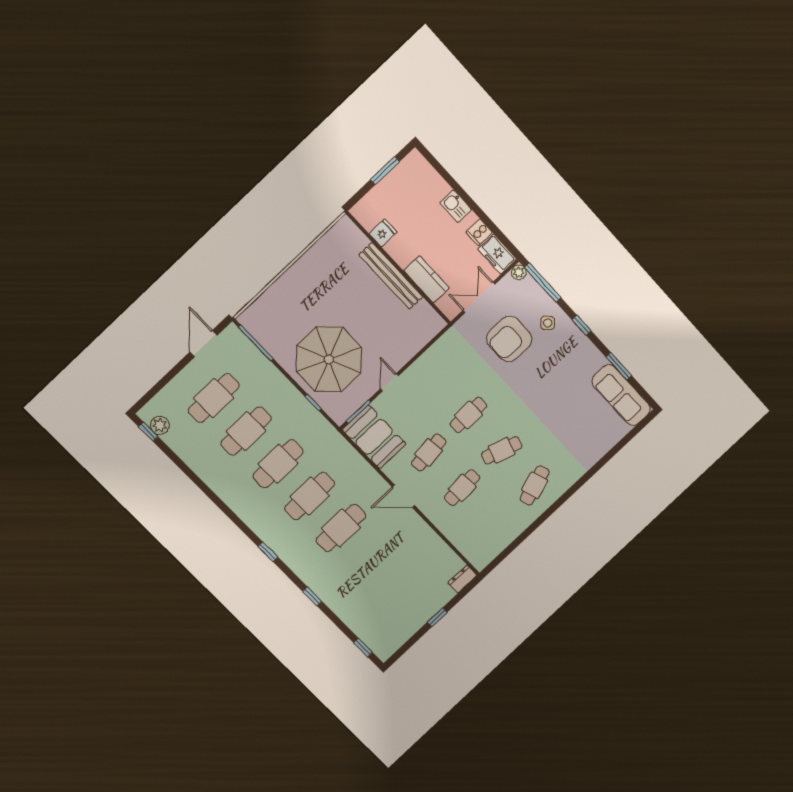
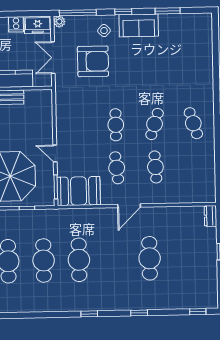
armchair: (509, 339) -> (93, 61), turned -90
sofa: (621, 395) -> (139, 25), moved, width x0.73
cafe table: (341, 528) -> (150, 258), moved

